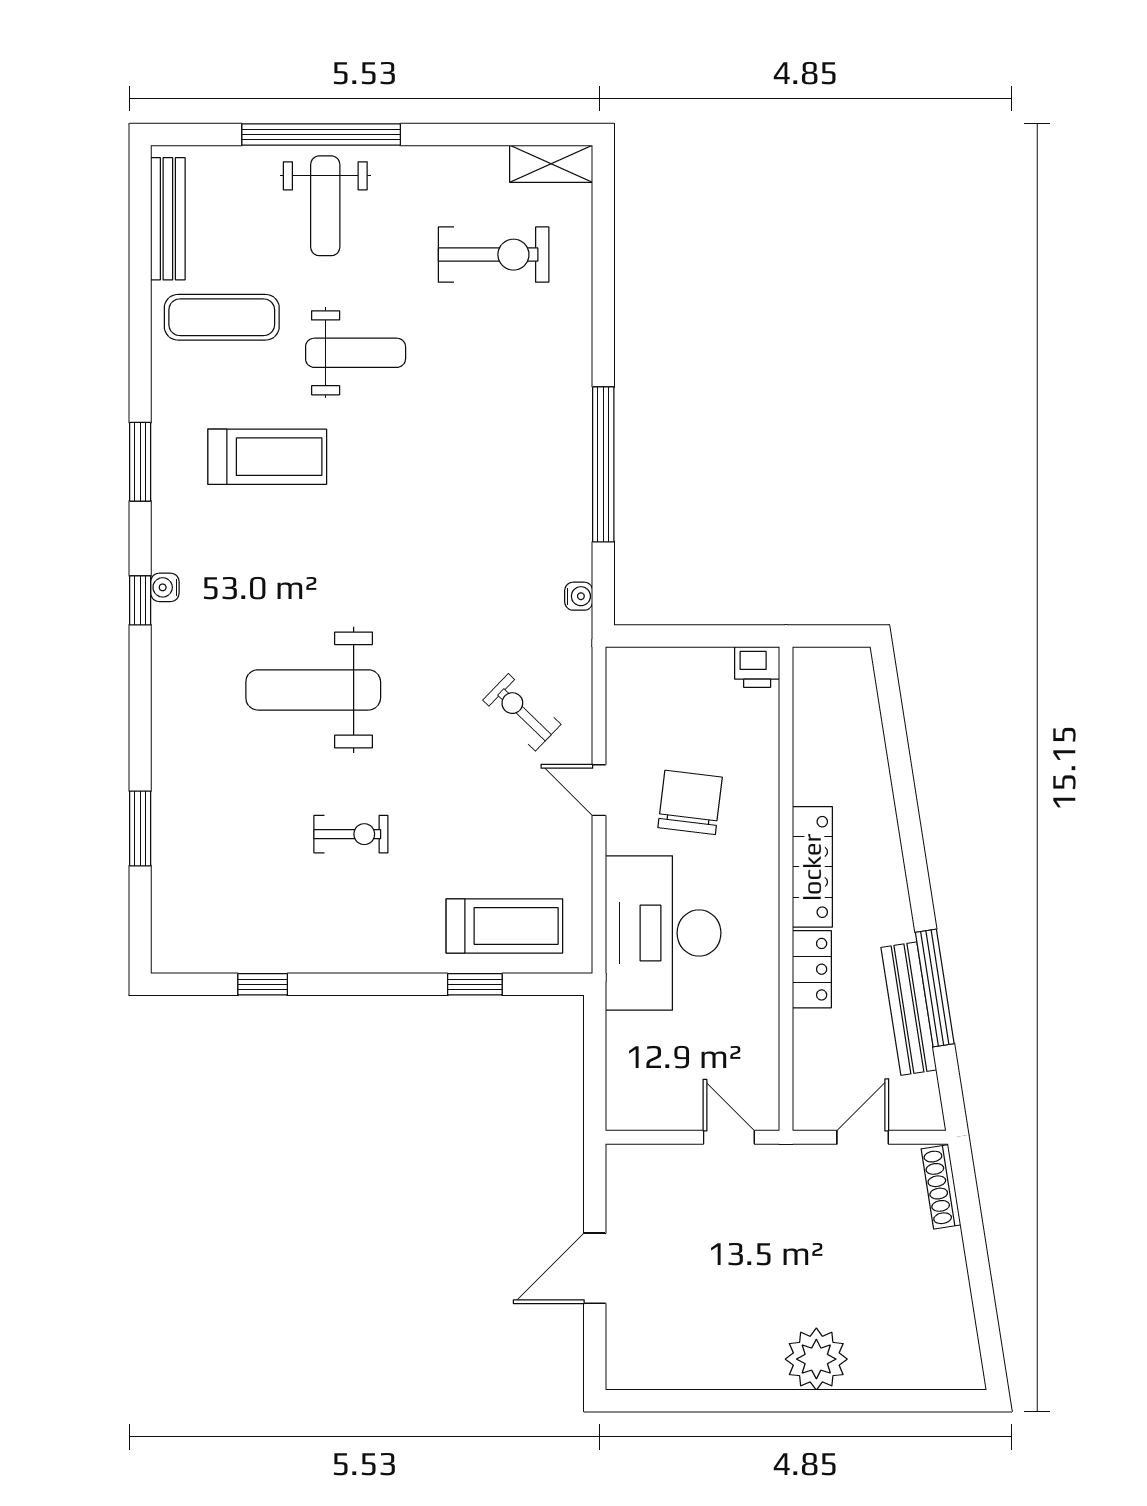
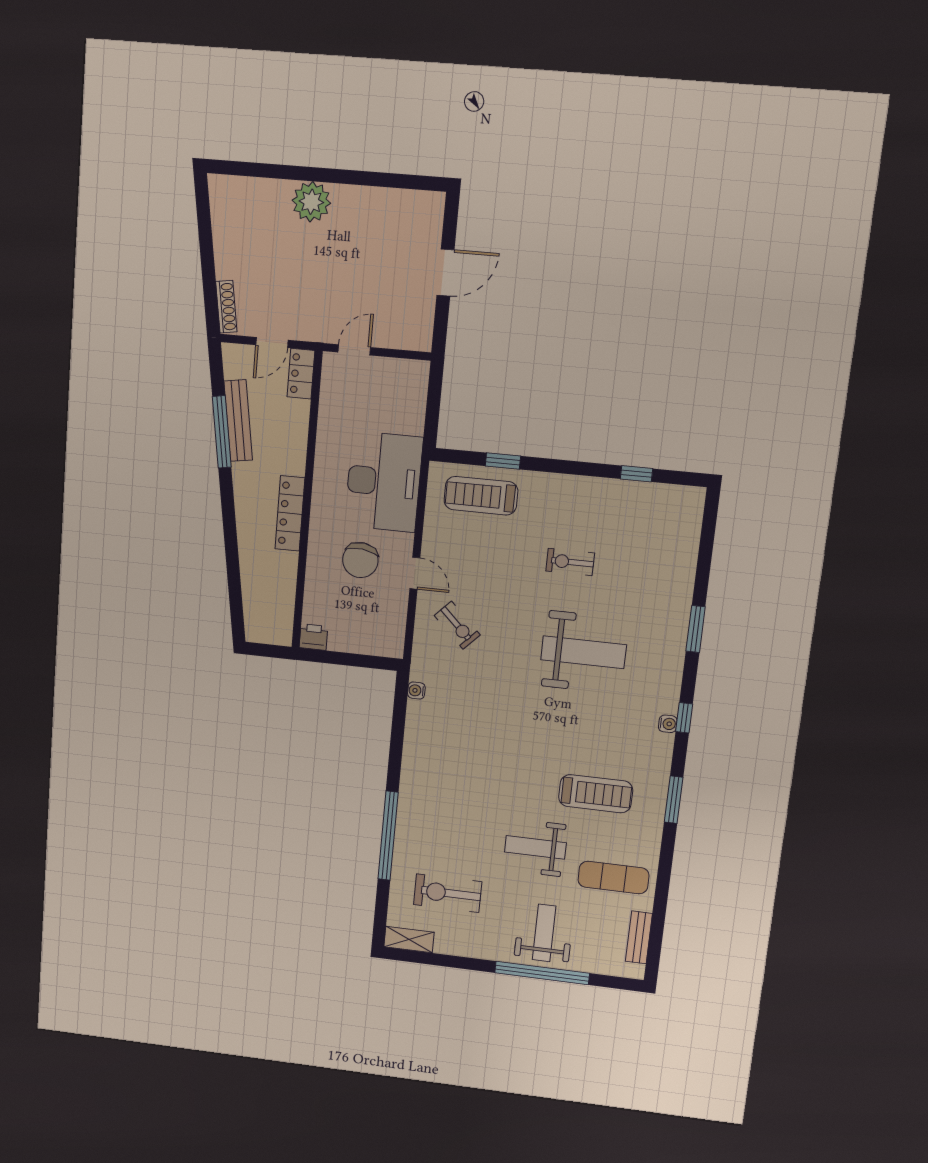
bench: (168, 219) -> (639, 937), width x0.73
treadmill: (267, 457) -> (596, 794), turned 180
window: (603, 464) -> (388, 836), moved
window: (140, 828) -> (696, 629), moved
locker: (812, 969) -> (301, 374), moved
door: (729, 1137) -> (354, 350), swing flipped

